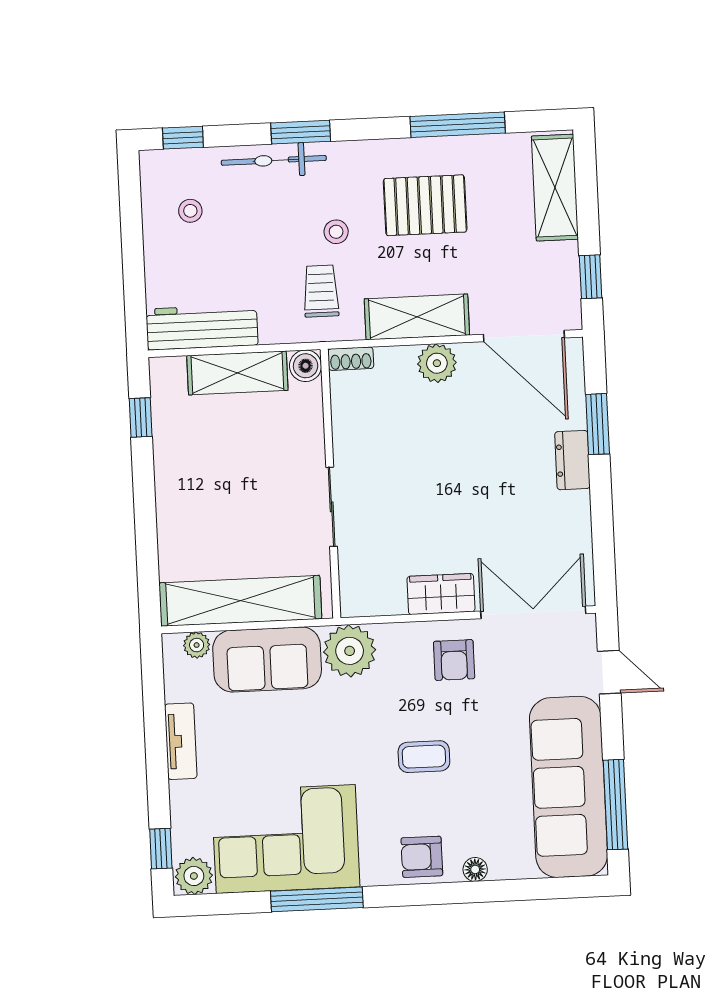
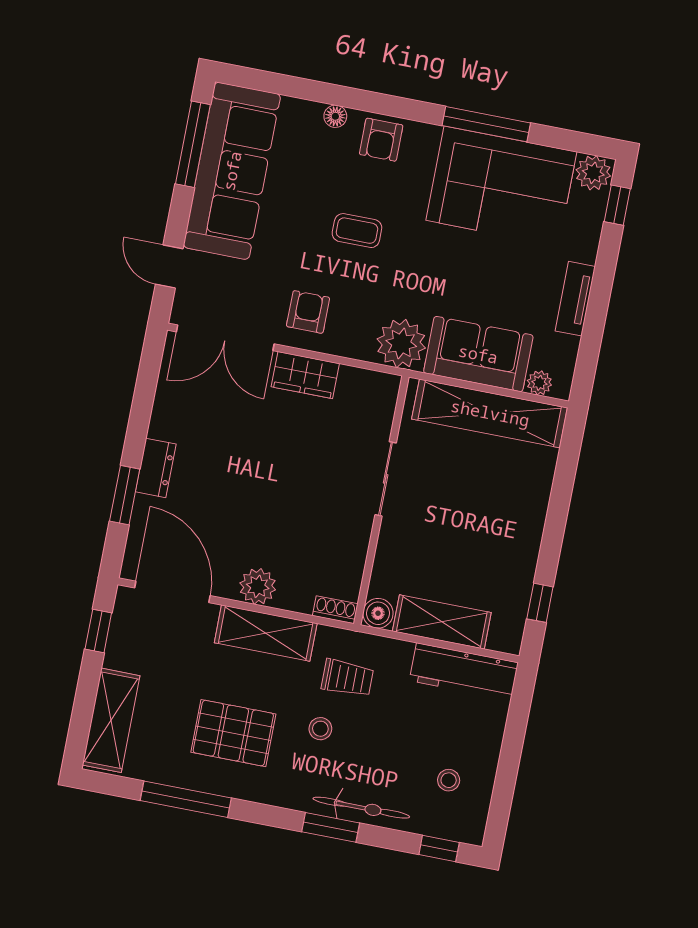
trolley: (321, 291) -> (347, 678), turned -90
armchair: (422, 857) -> (381, 140), turned 90

